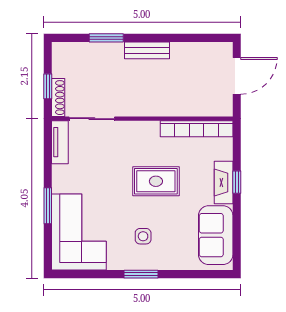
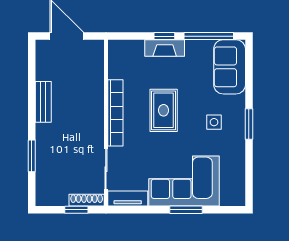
bench: (147, 50) -> (43, 102), moved
bookcase: (197, 129) -> (115, 113), moved
window: (237, 230) -> (209, 36), added
corner sofa: (79, 232) -> (184, 181), moved
sofa: (216, 235) -> (230, 67), moved, turned 90

